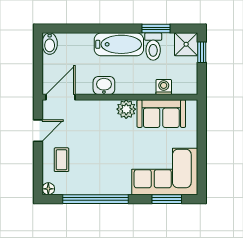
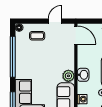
washbasin: (104, 85) -> (83, 75), moved
door: (38, 131) -> (55, 21), swing flipped

